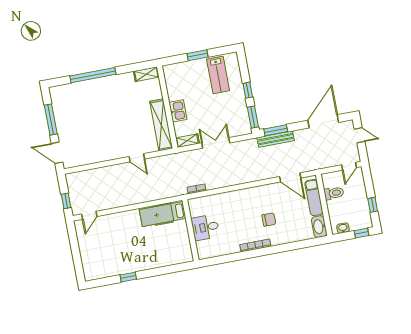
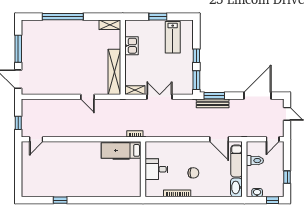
kitchen sink: (178, 111) -> (131, 46), moved
hospital bed: (163, 214) -> (121, 150), moved
desk: (205, 227) -> (157, 169), moved
wall: (191, 230) -> (143, 169), moved

